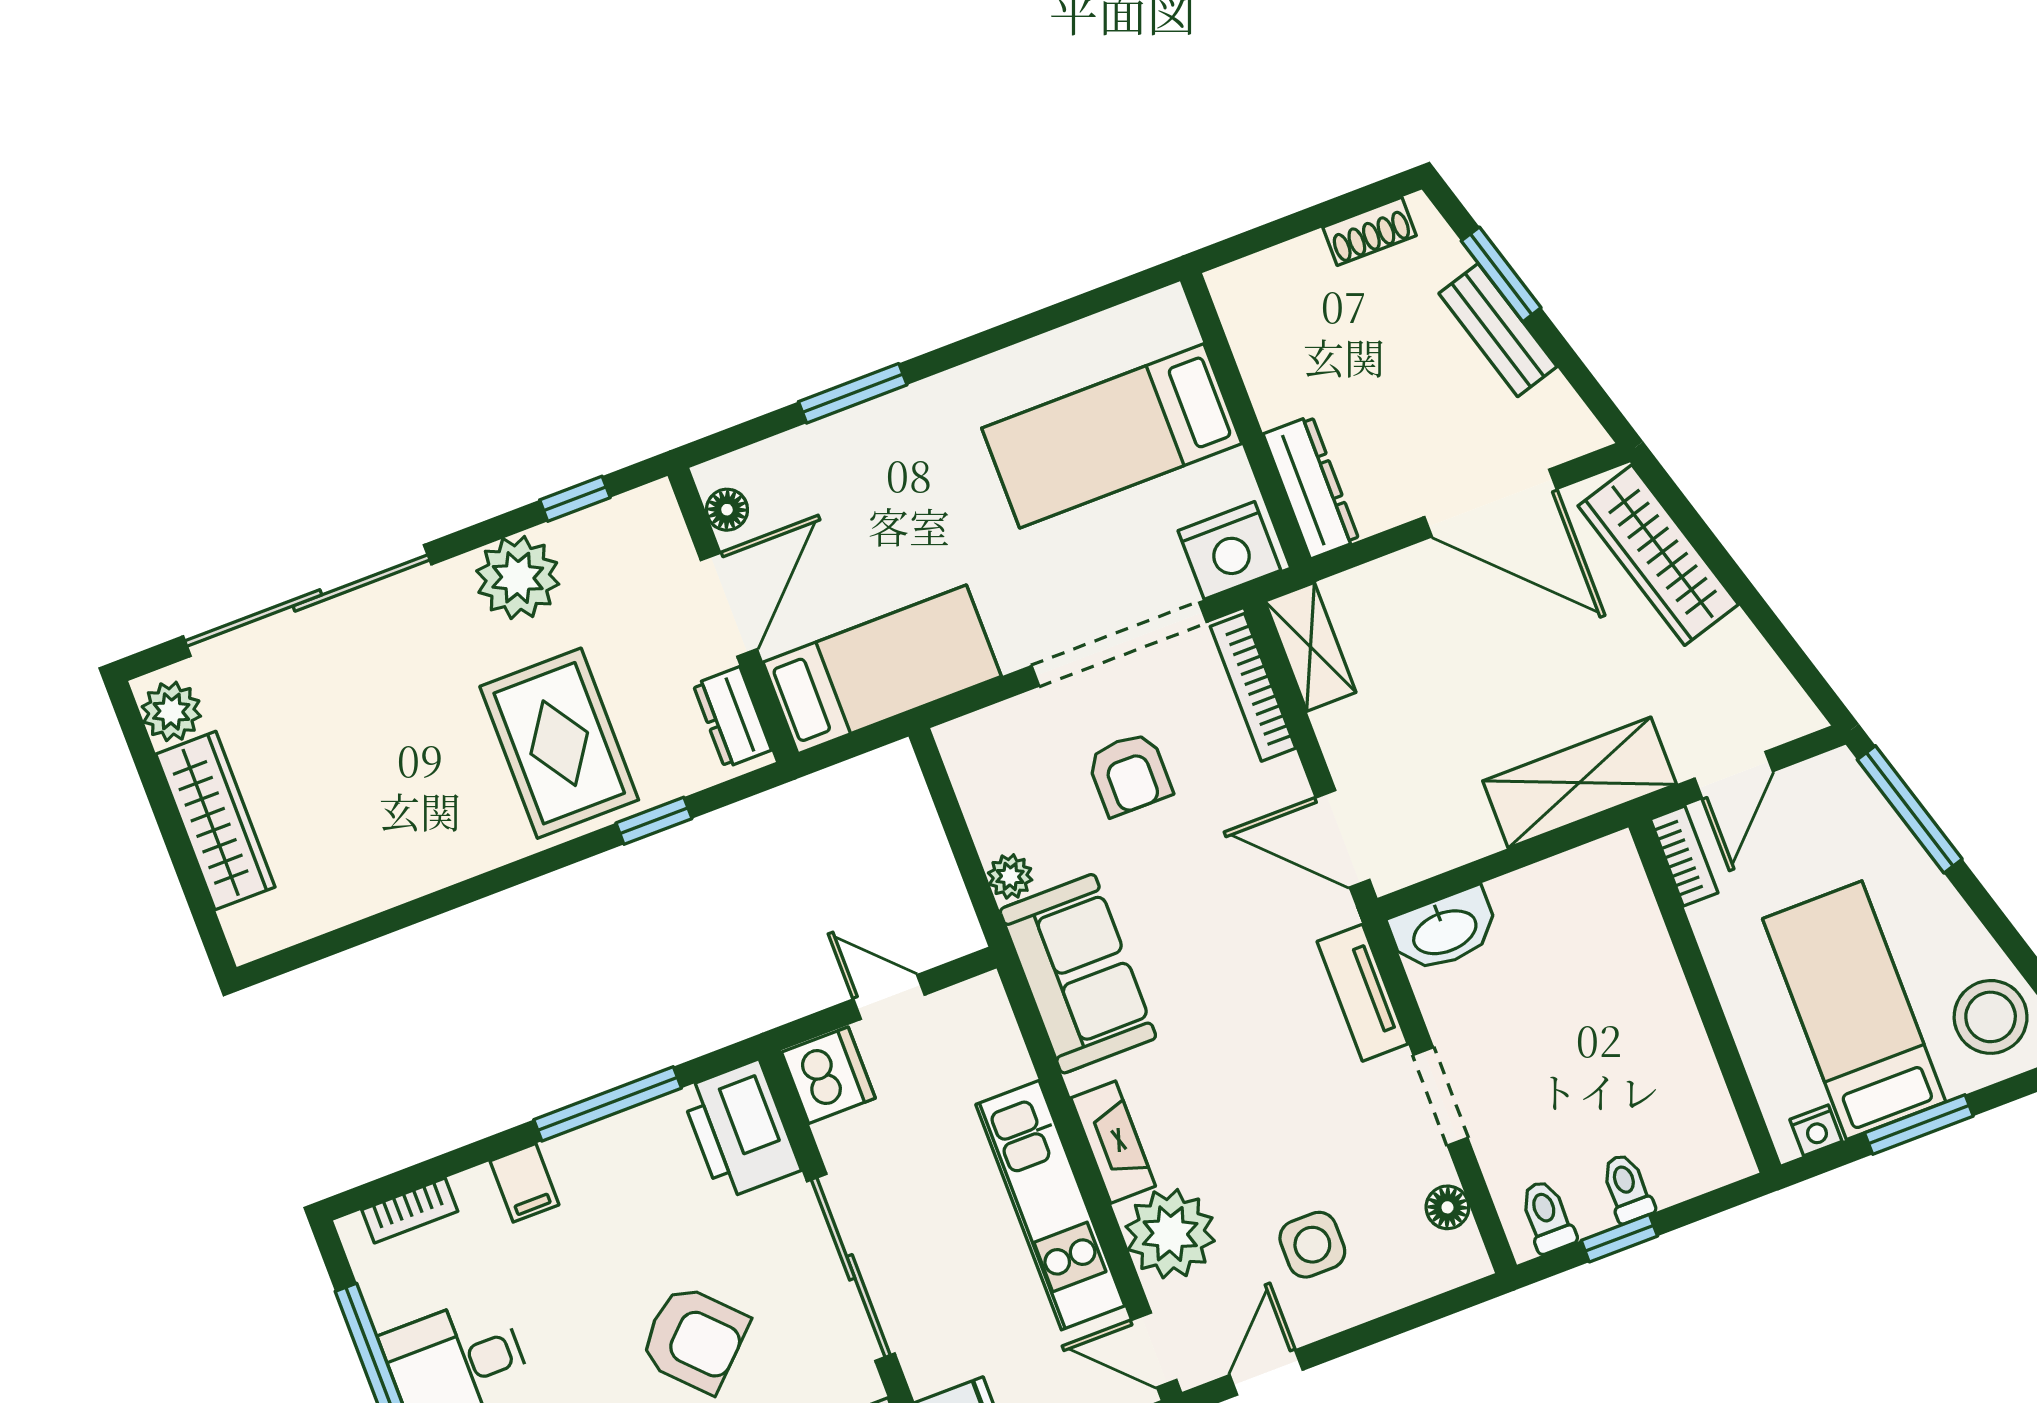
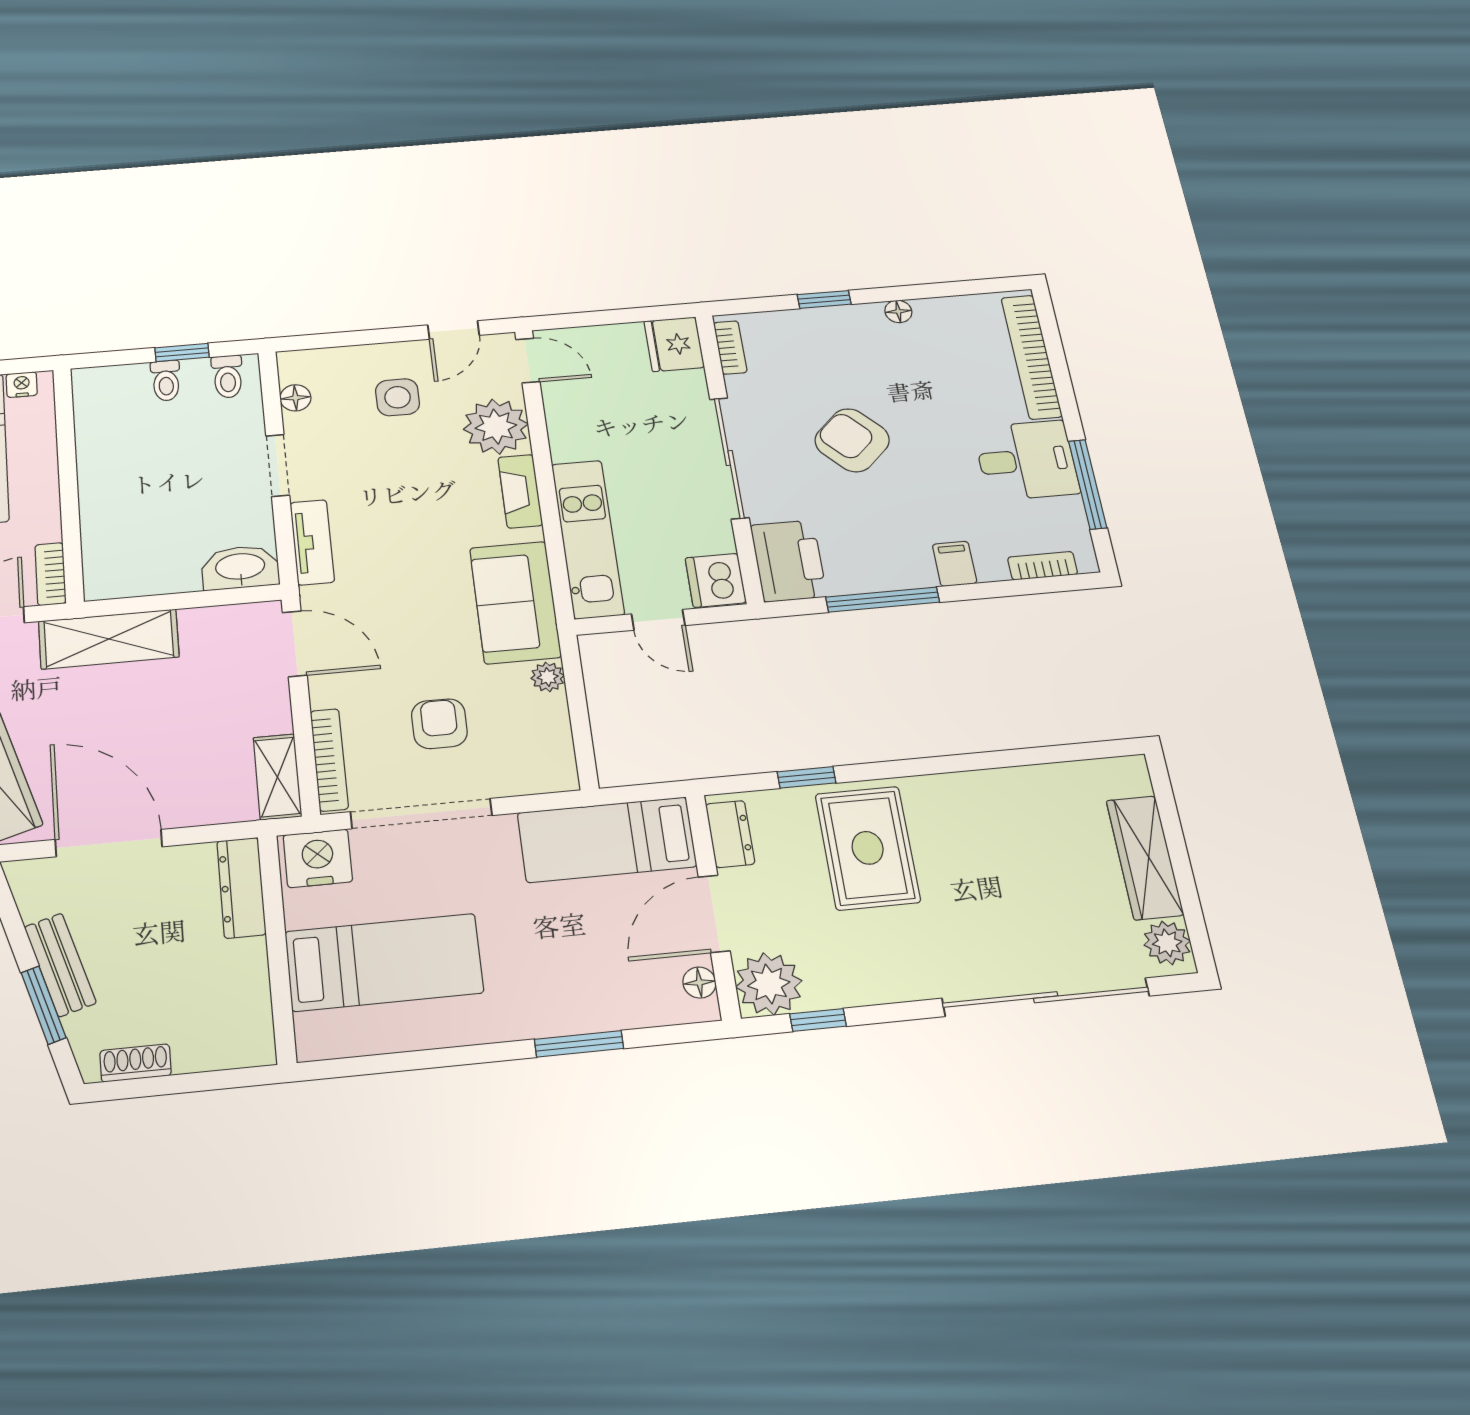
plant: (518, 578) -> (769, 984), moved
kitchen unit: (1050, 1205) -> (588, 539), moved

